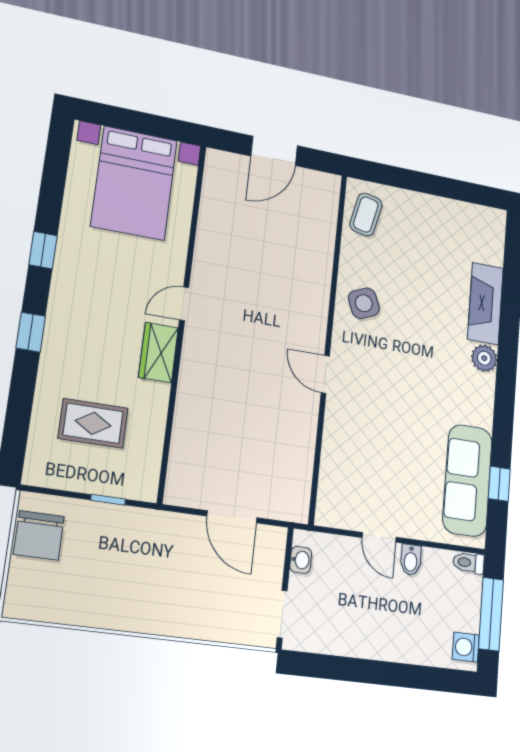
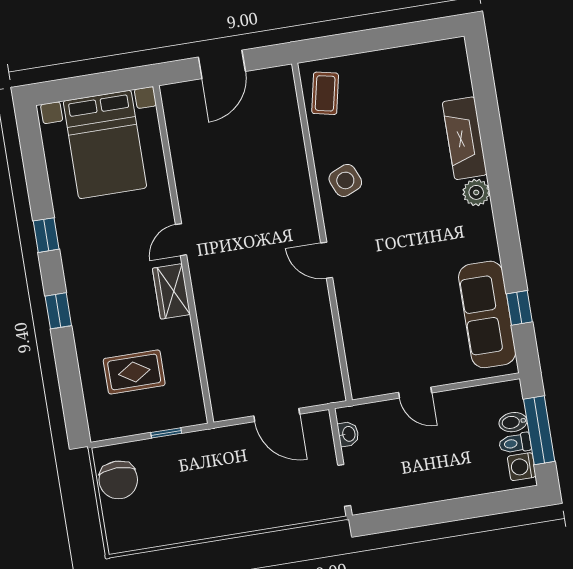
bidet: (411, 560) -> (513, 422), moved, turned 90
toilet: (469, 563) -> (515, 443), moved

